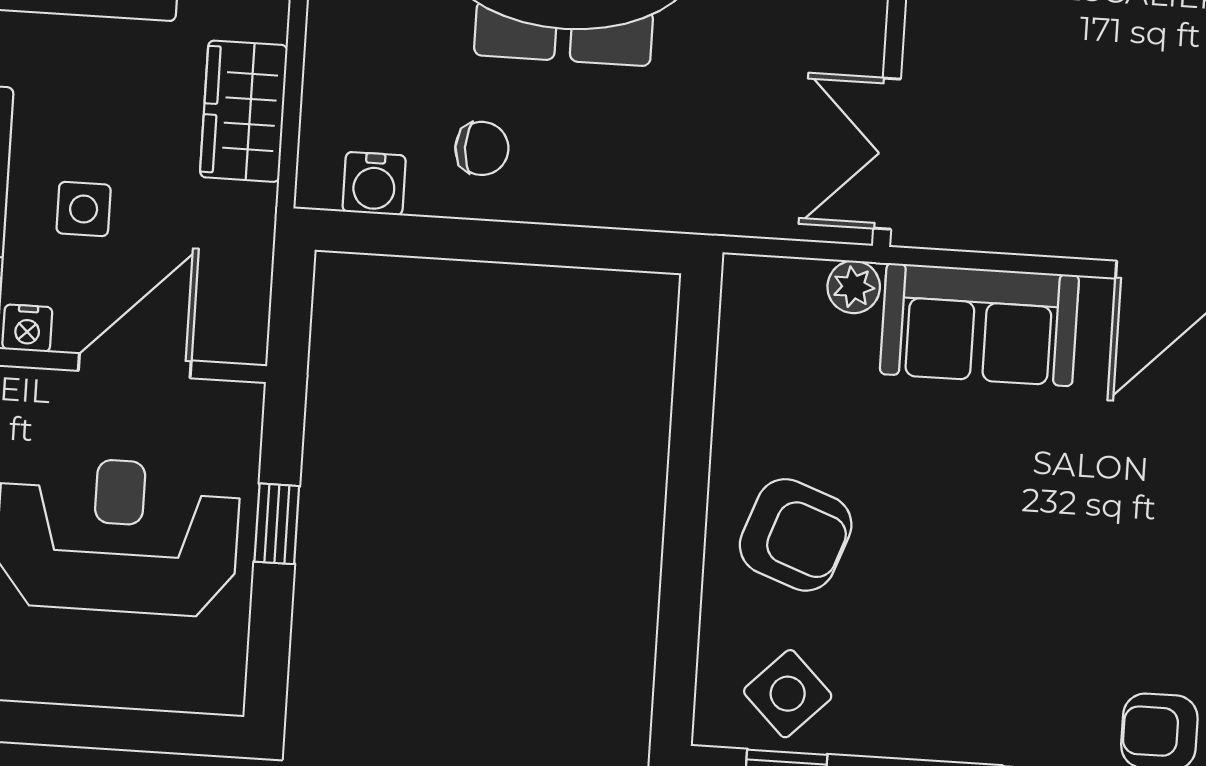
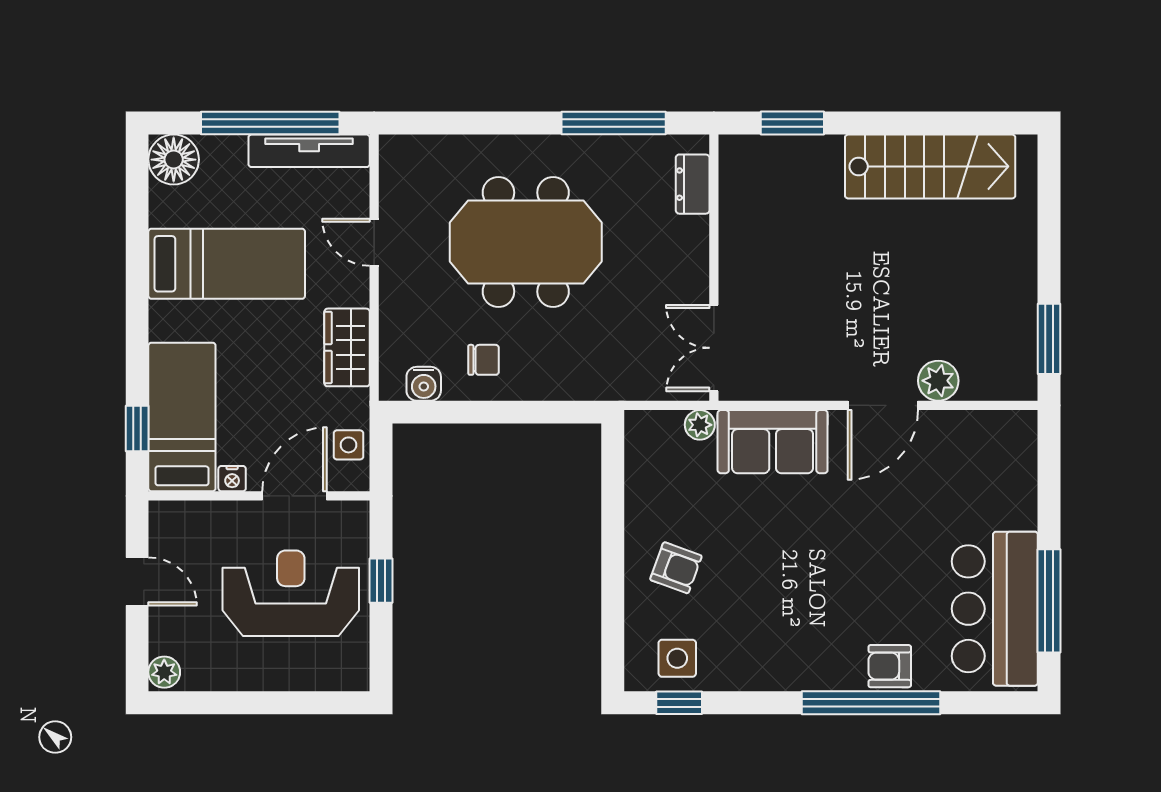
side table: (84, 209) -> (349, 445), moved
armchair: (796, 535) -> (676, 568), width x0.72, depth x0.72
side table: (788, 694) -> (677, 658), turned 45

